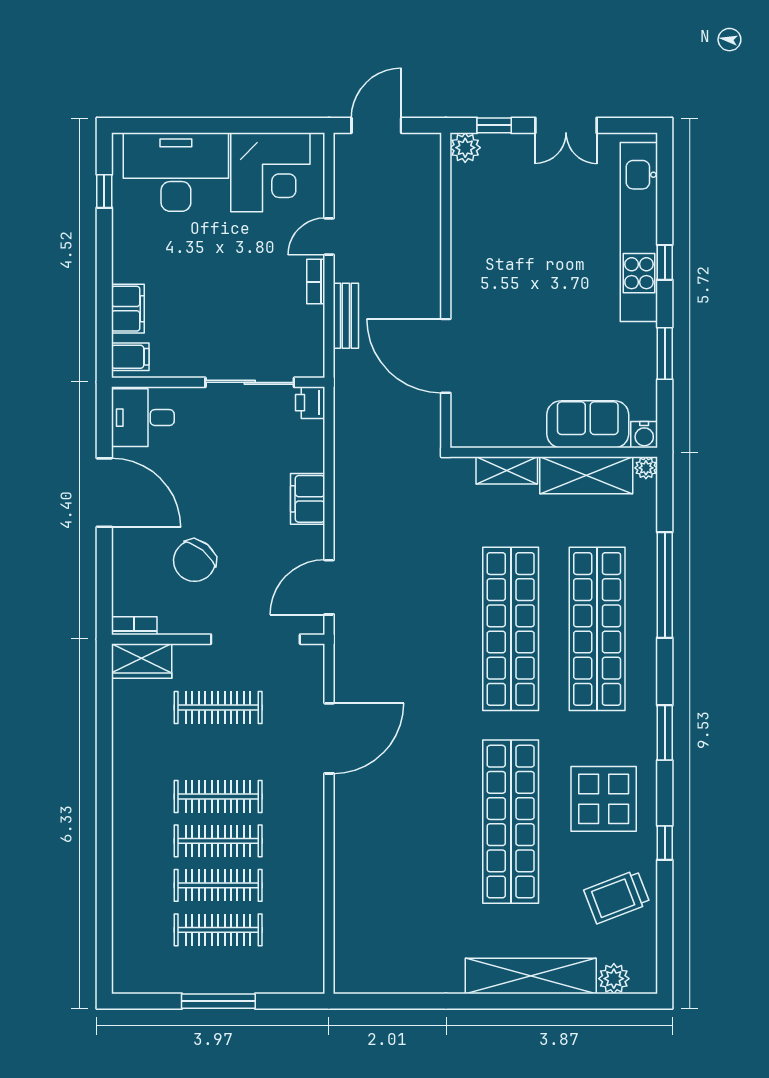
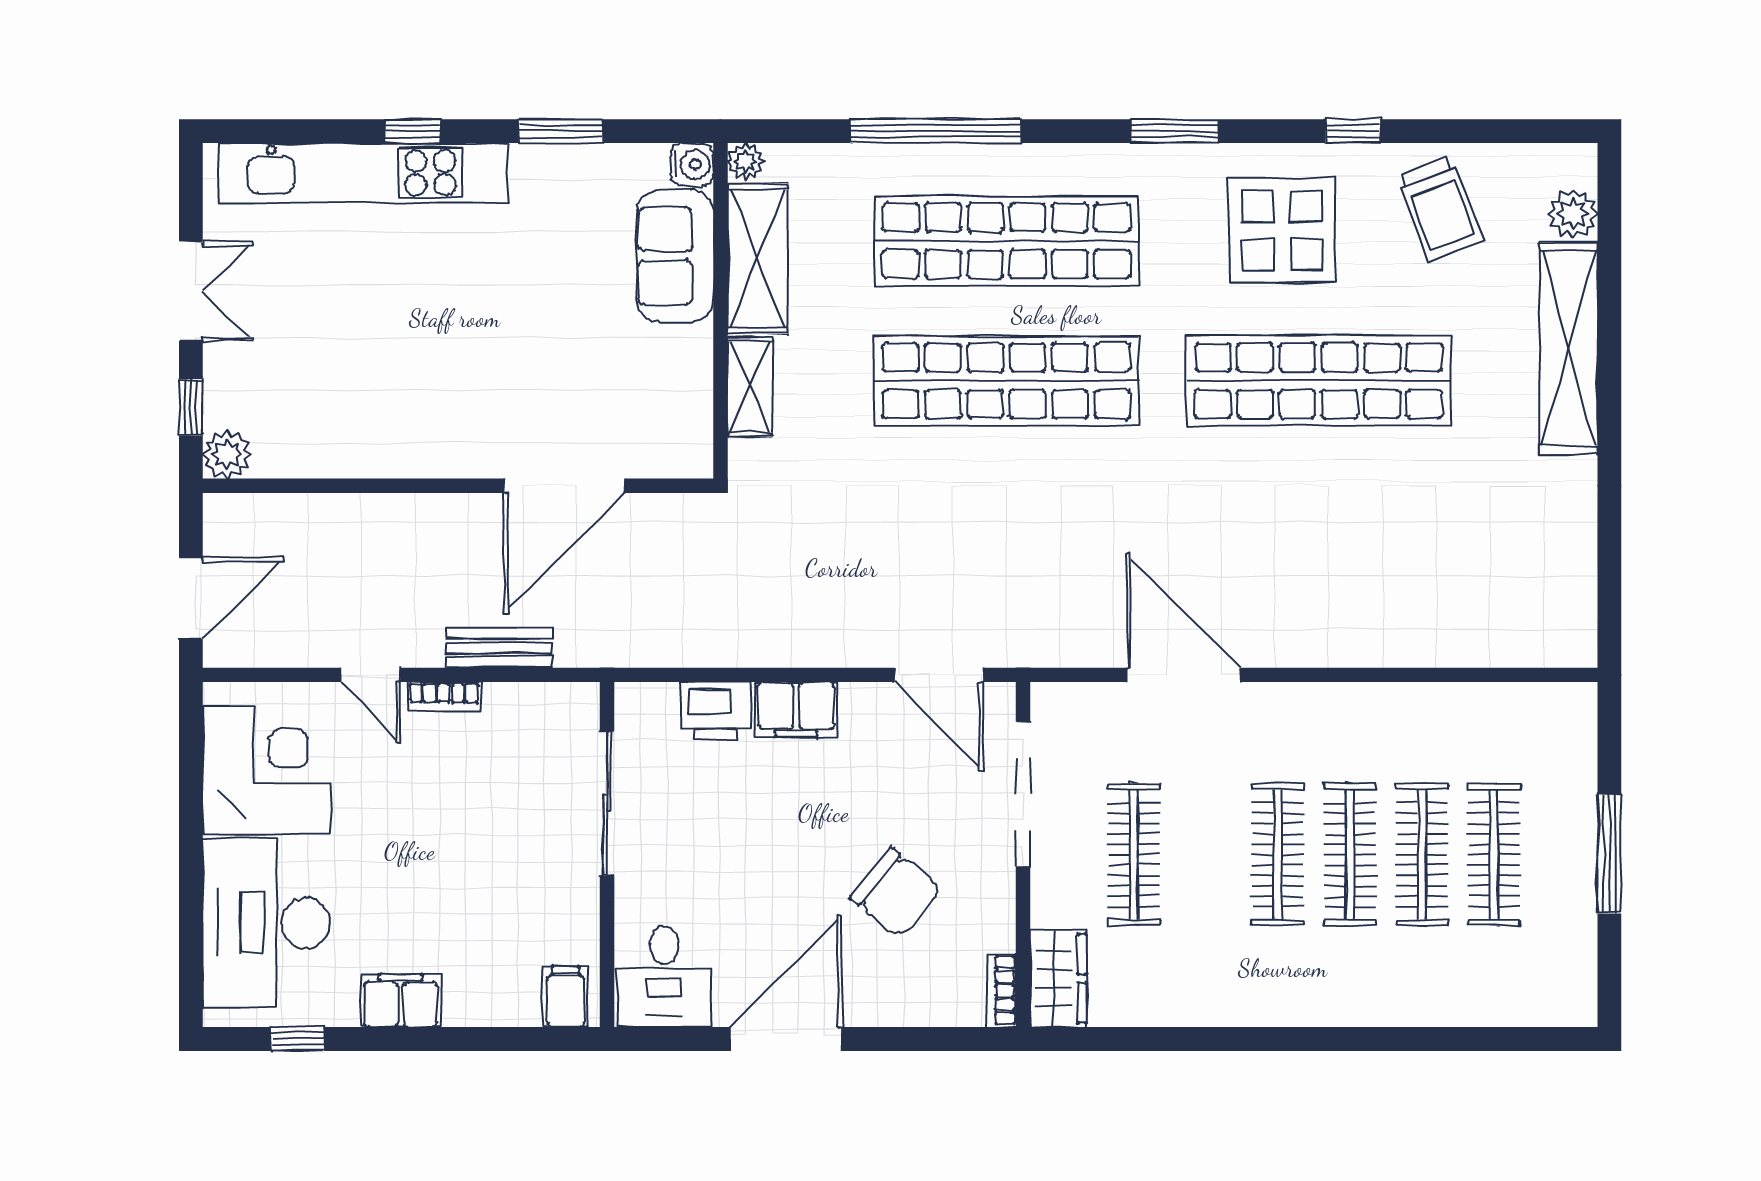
door: (376, 125) -> (191, 598), swing flipped
filing cabinet: (128, 309) -> (401, 1001), moved
printer: (310, 403) -> (716, 711), moved, width x1.36, depth x1.24

